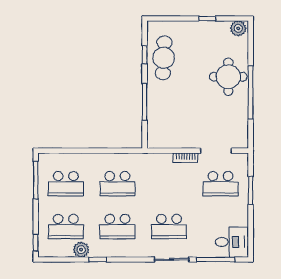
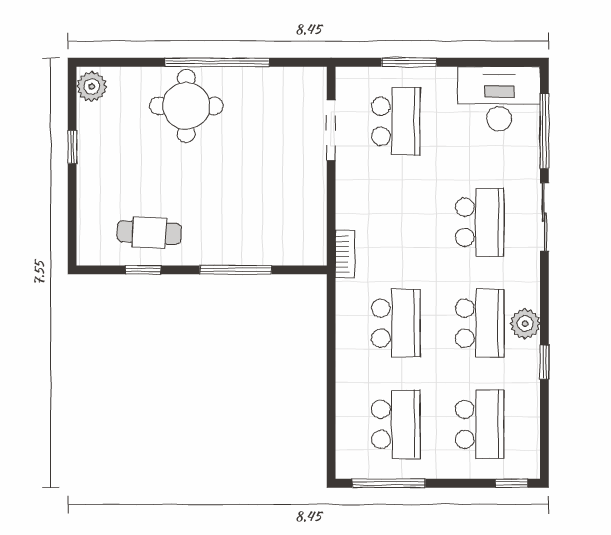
cafe table: (164, 58) -> (149, 233), width x0.73, depth x0.74
bookcase: (185, 158) -> (345, 254), moved
desk: (232, 242) -> (499, 99), width x1.37
plant: (81, 250) -> (525, 324), moved

